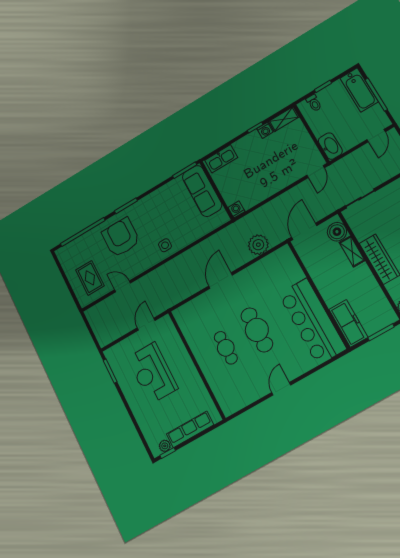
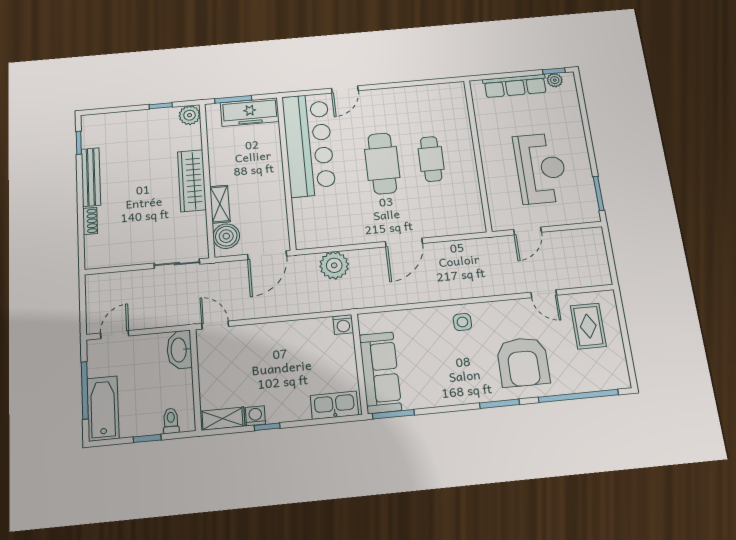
door: (316, 172) -> (215, 325), hinge flipped
freezer: (348, 323) -> (250, 112), moved, turned -90
door: (281, 389) -> (345, 90), moved

